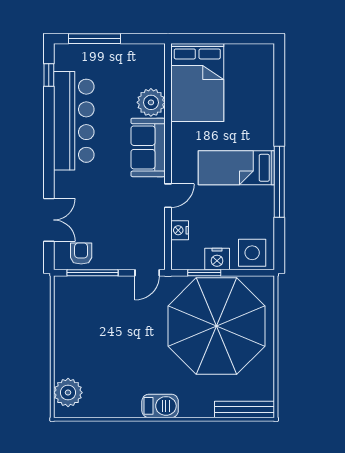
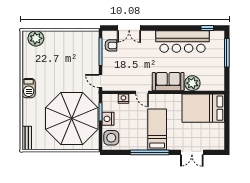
double door: (279, 104) -> (192, 152), added
bench: (245, 409) -> (27, 138), width x0.73

